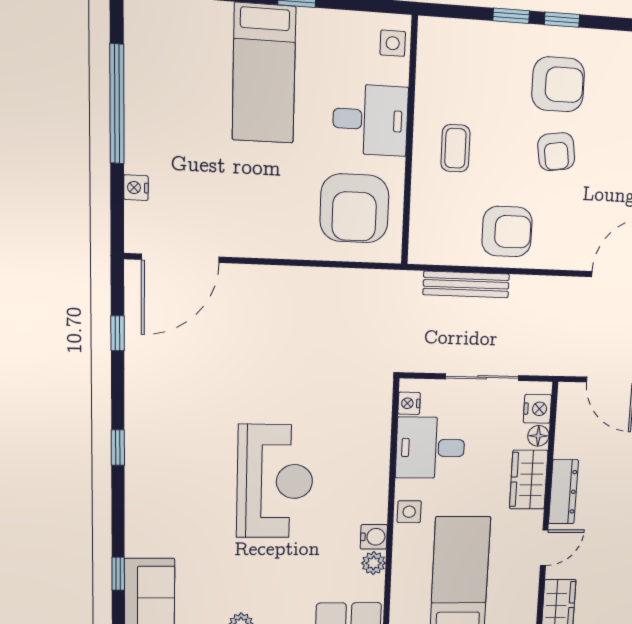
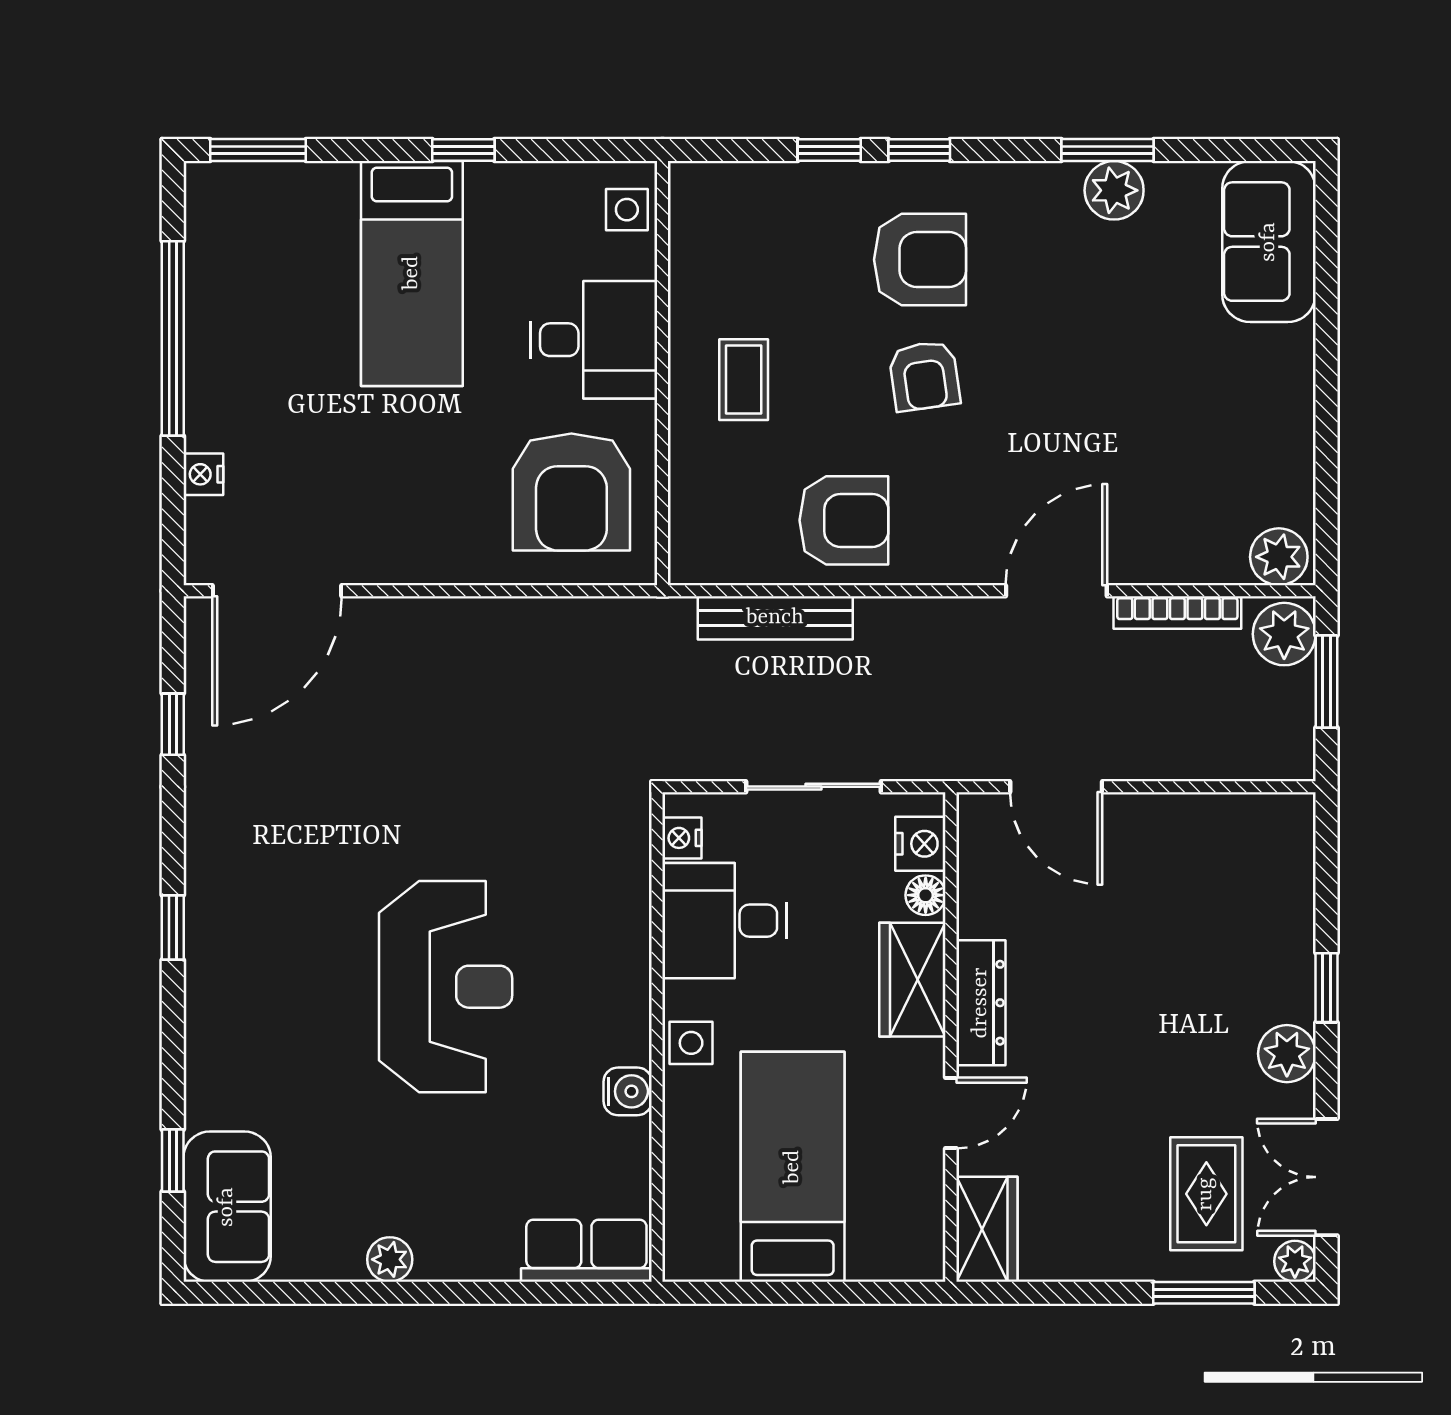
plant: (374, 563) -> (629, 1142), removed

